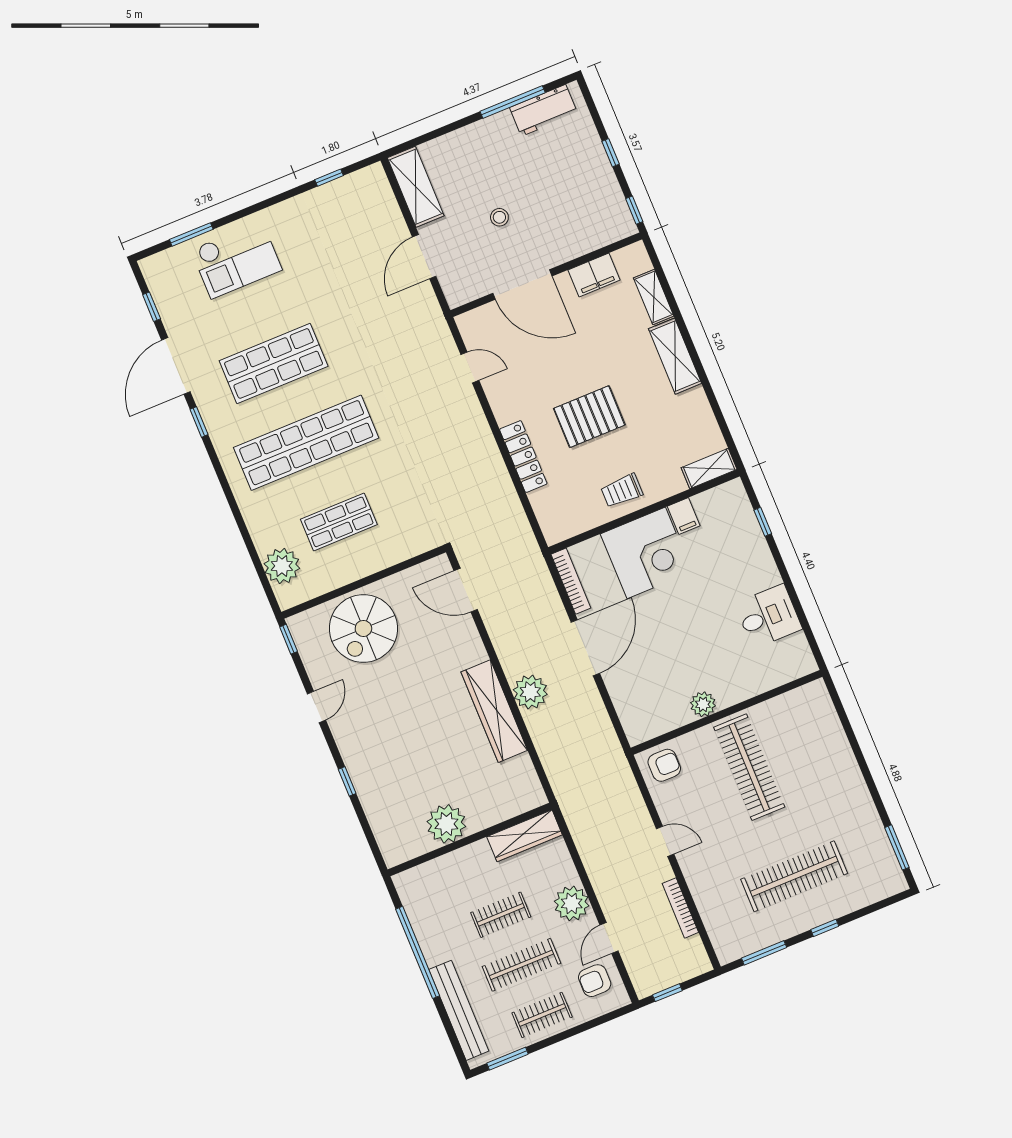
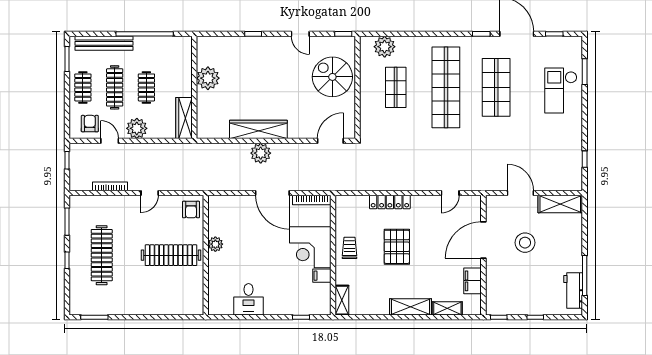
stool: (499, 217) -> (525, 243), width x1.89, depth x1.89

